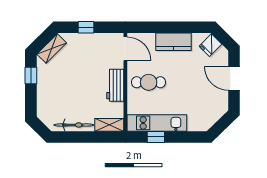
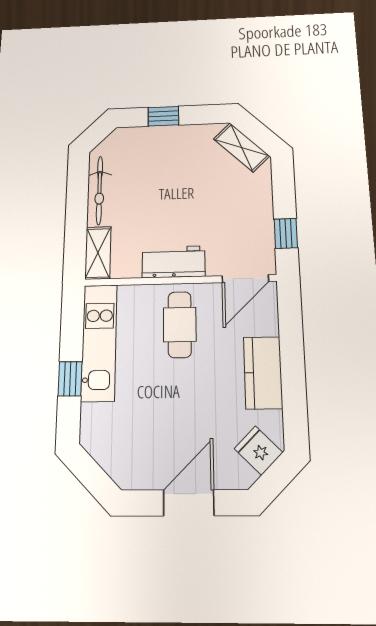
window: (86, 27) -> (286, 233), moved
window: (31, 75) -> (163, 116), moved
window: (156, 137) -> (70, 379), moved

